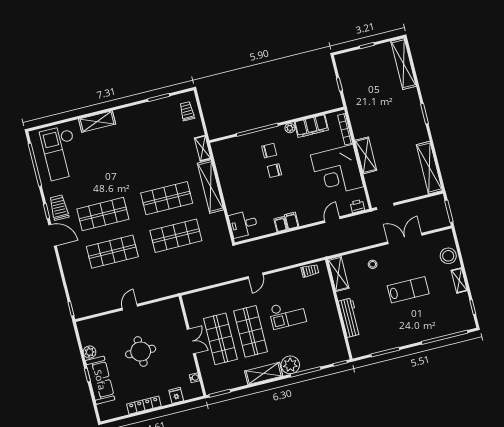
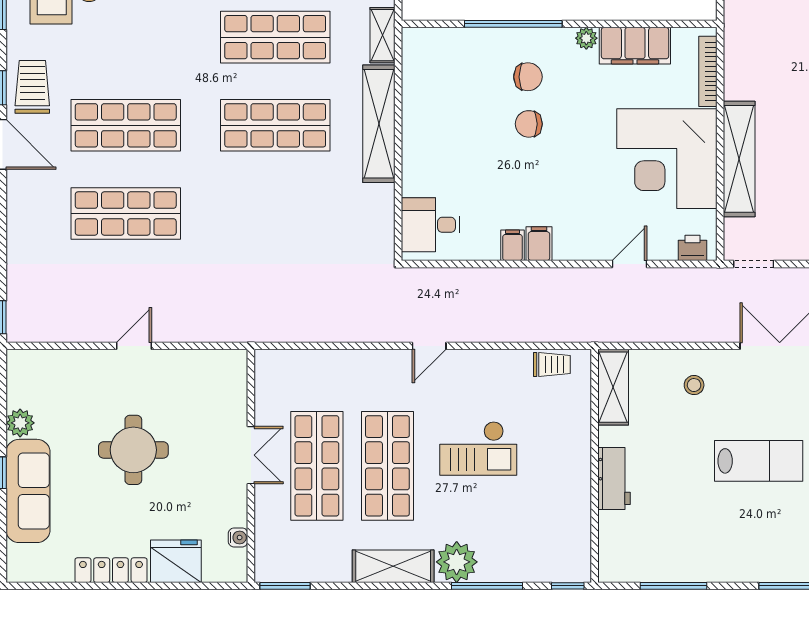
shelving: (366, 155) -> (739, 159), width x1.47
shop shelf: (176, 236) -> (275, 37), moved
workbench: (350, 318) -> (614, 478), width x0.73
fridge: (176, 395) -> (176, 561), width x1.88, depth x1.34

